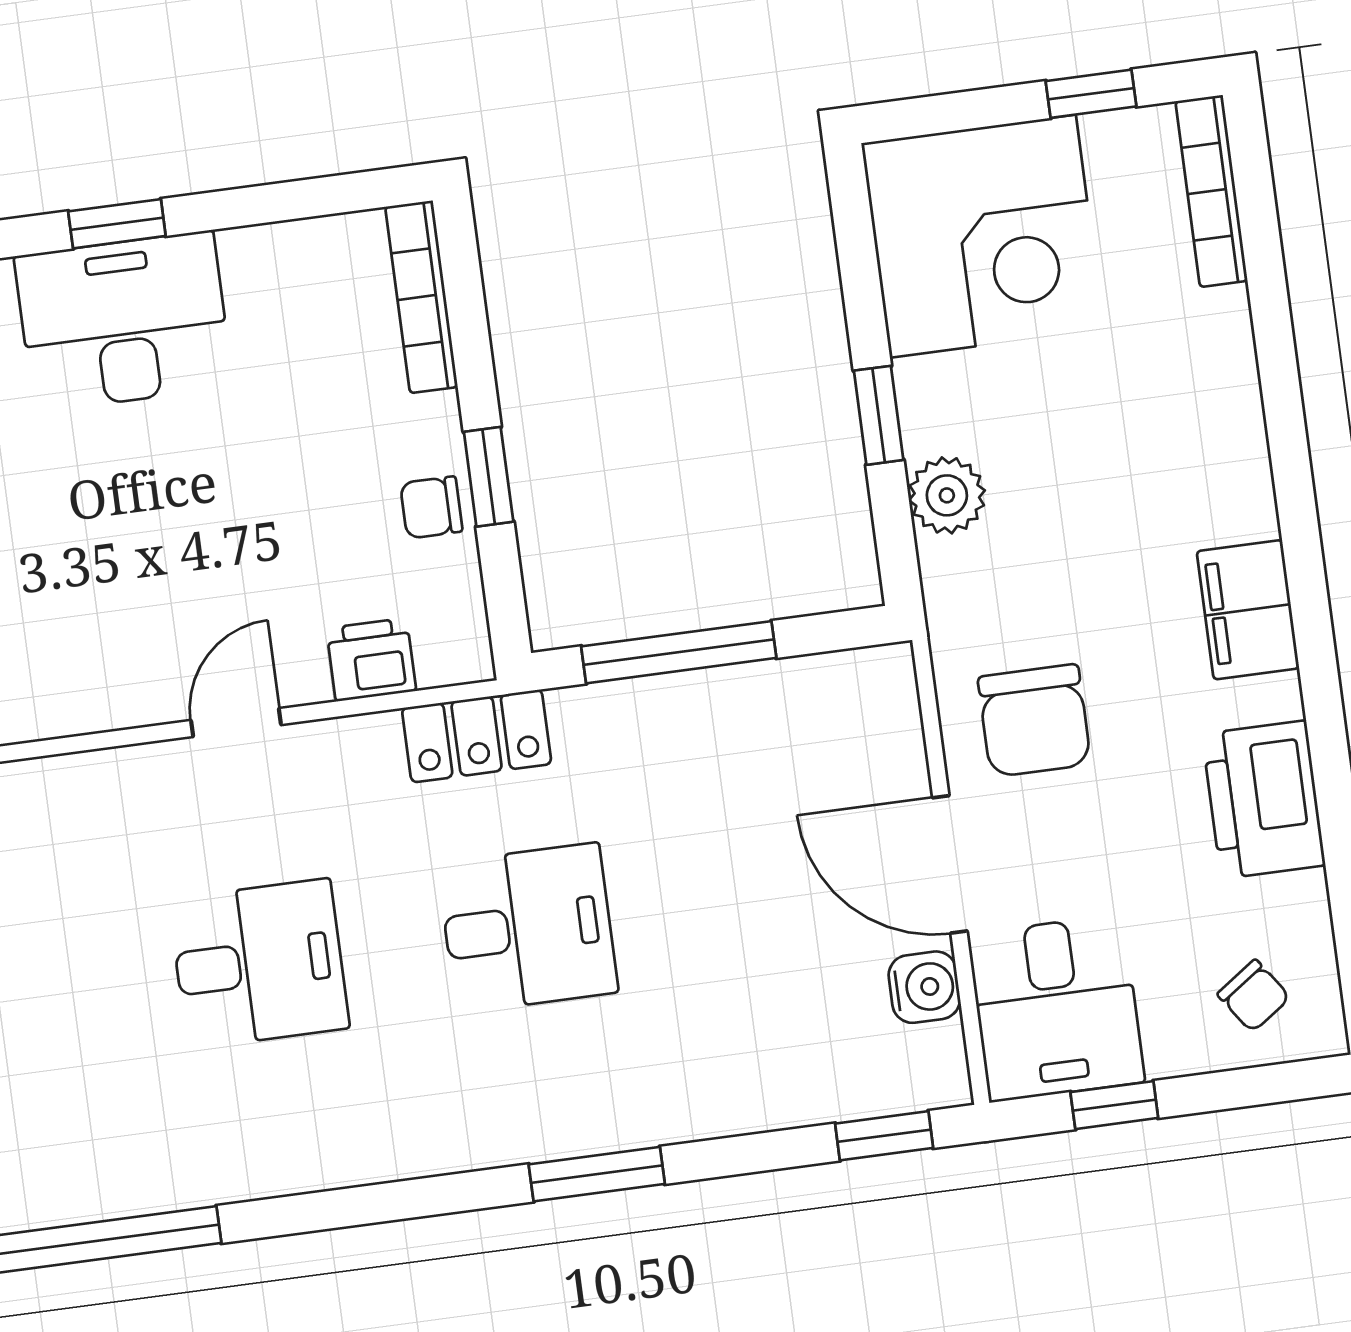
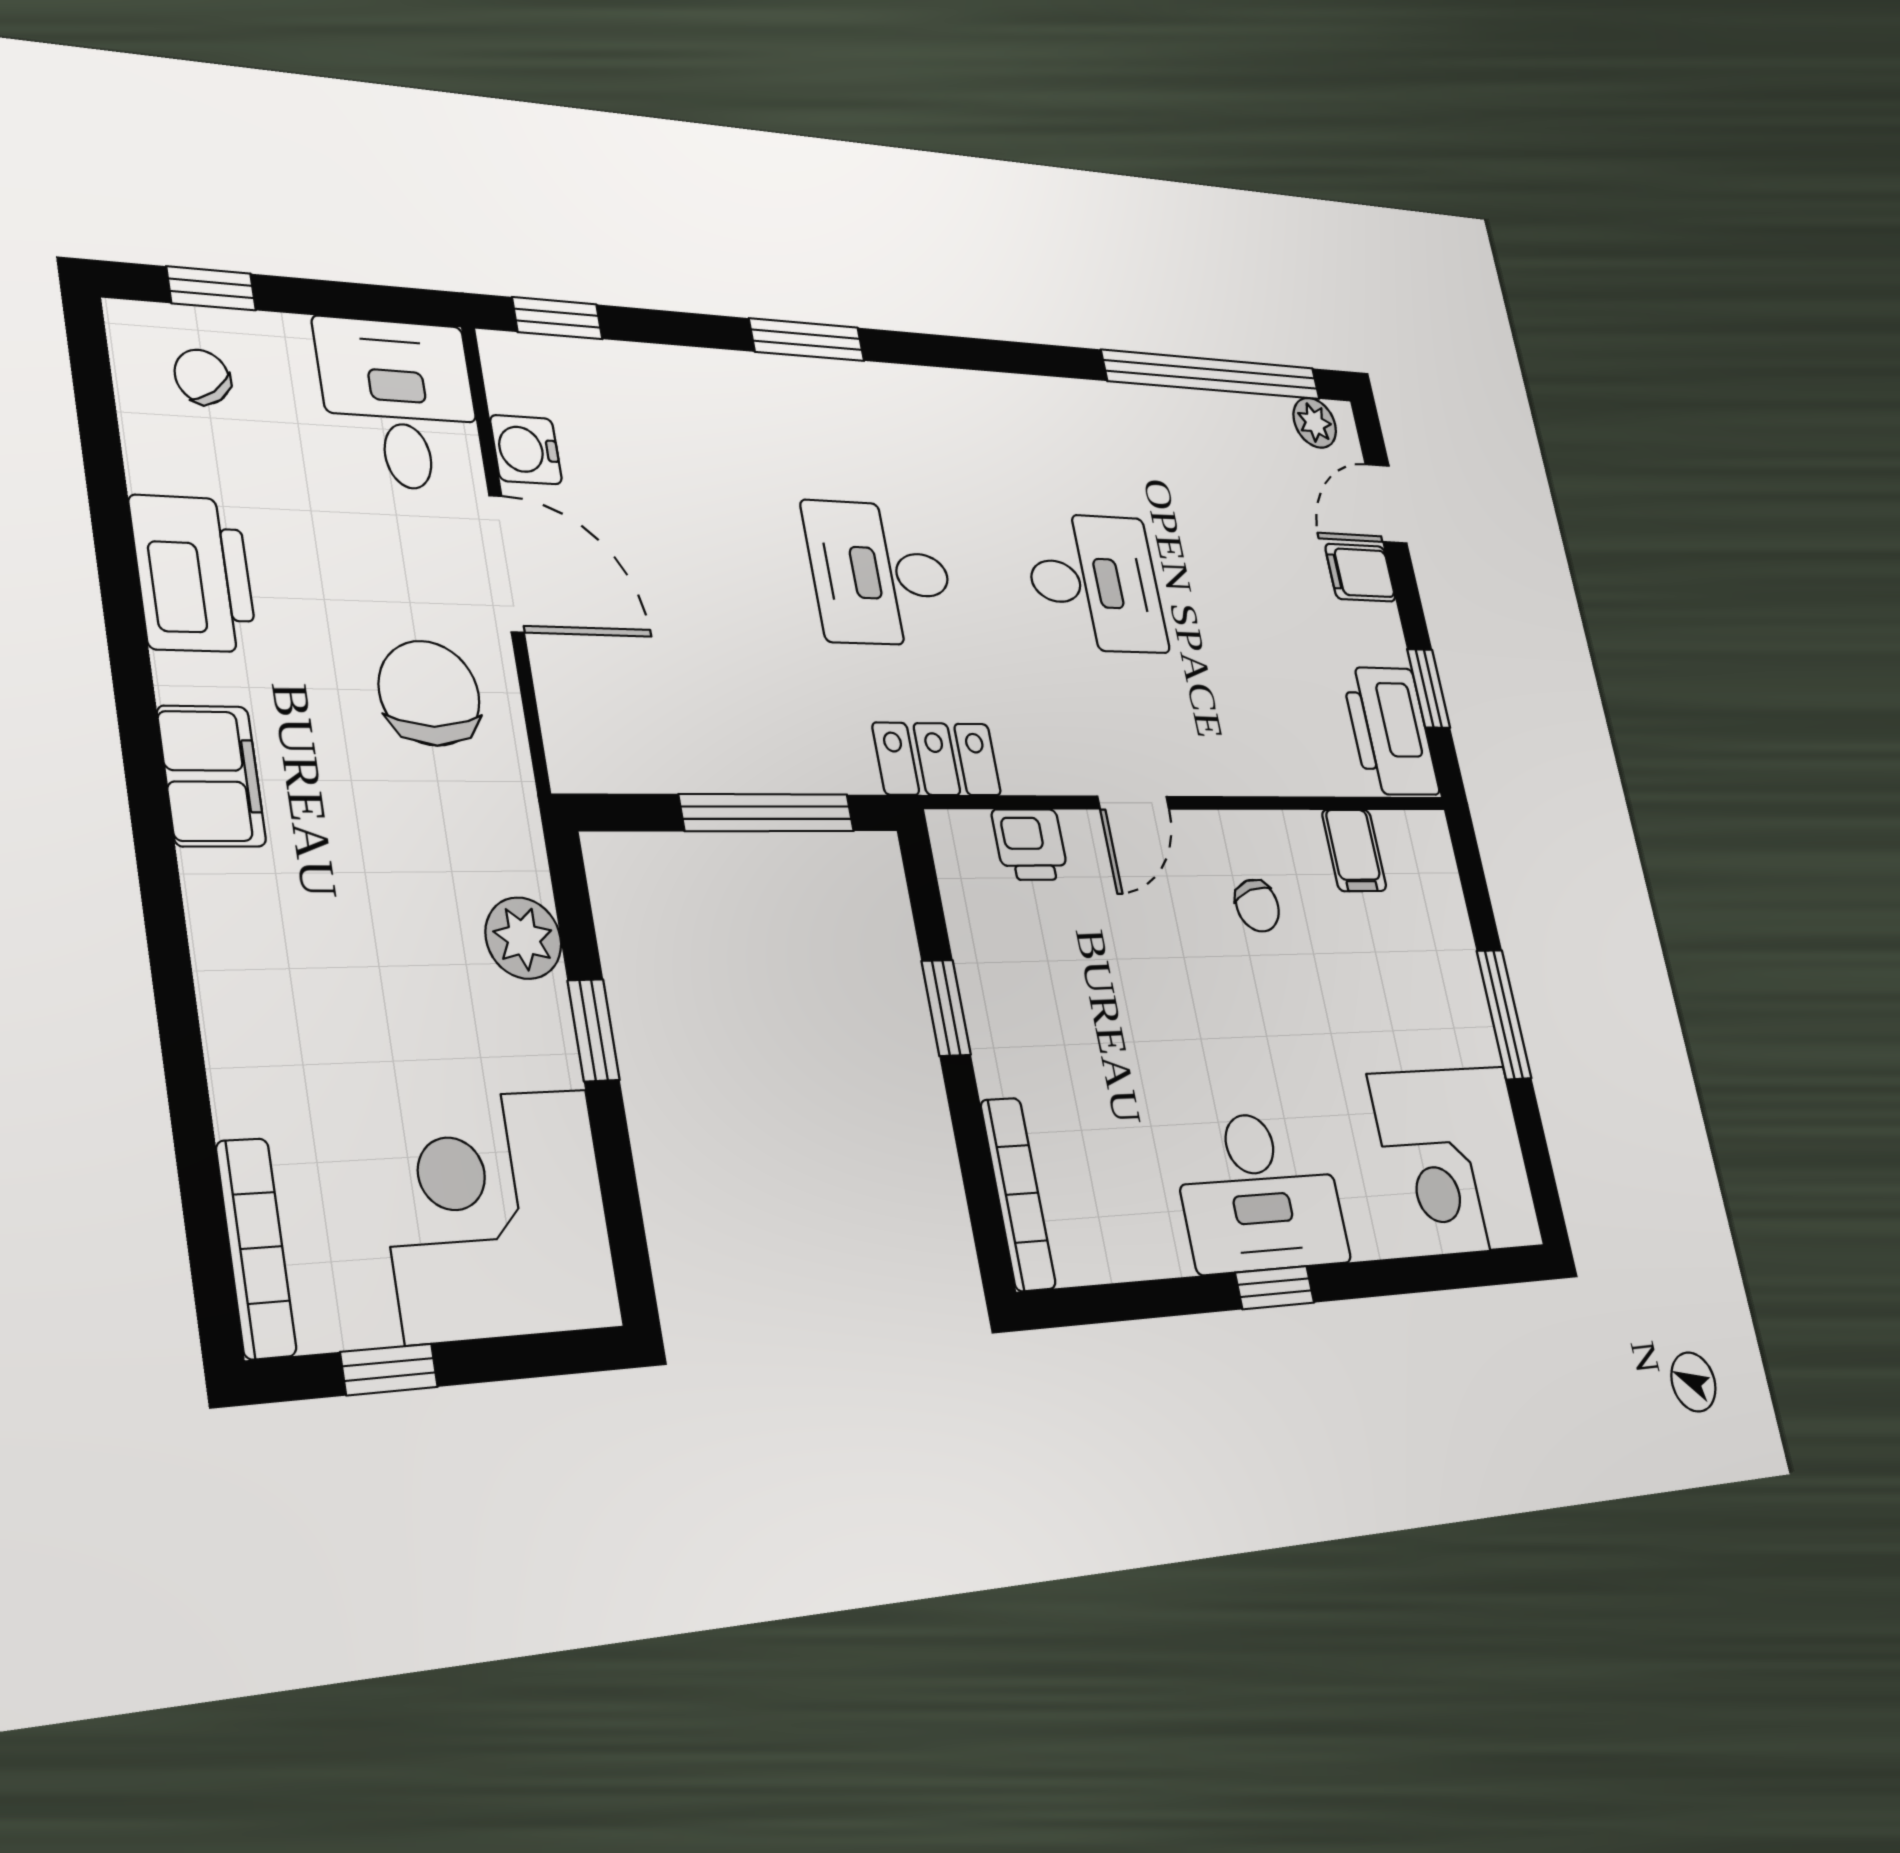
chair: (431, 507) -> (1257, 906), moved, turned 74
desk: (259, 964) -> (1095, 583), turned 180
window: (1114, 1105) -> (211, 288), moved

